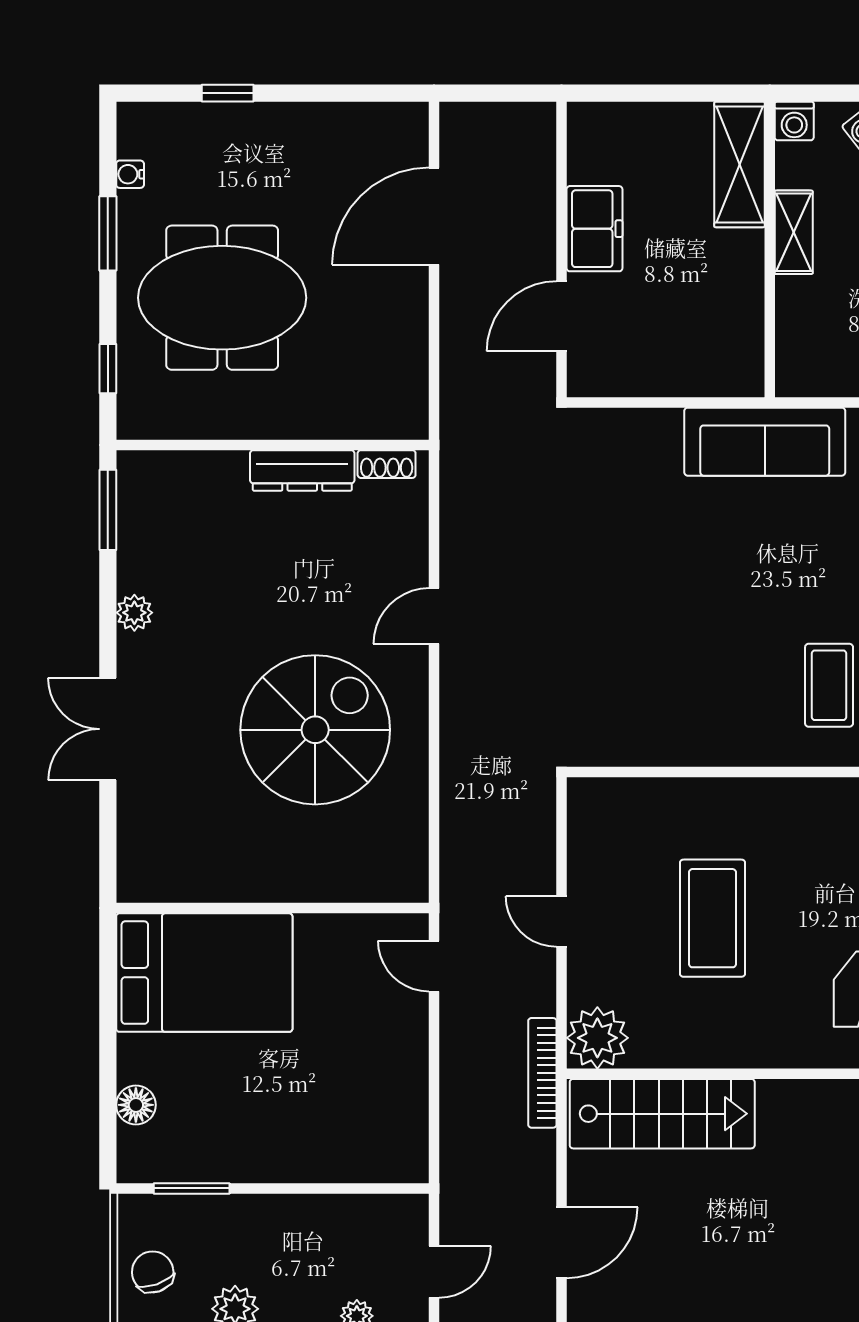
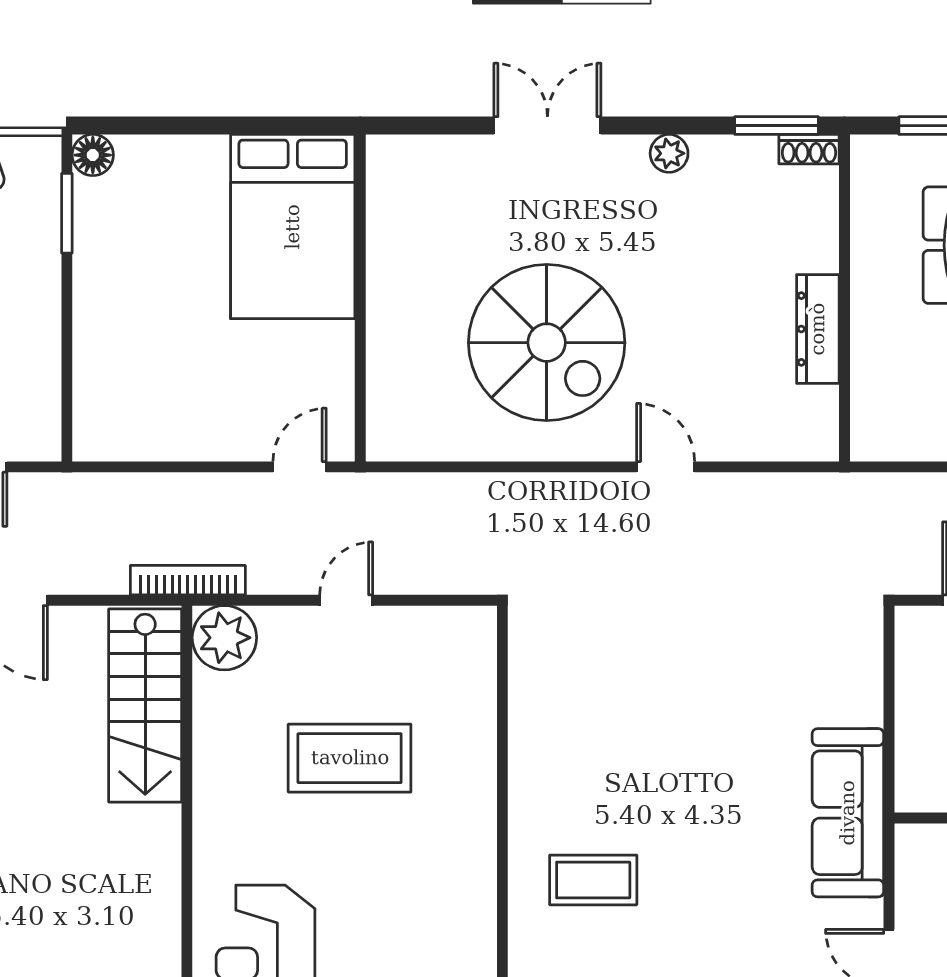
shoe rack: (387, 464) -> (809, 149), moved, turned -90
floor lamp: (136, 1105) -> (93, 155), moved

